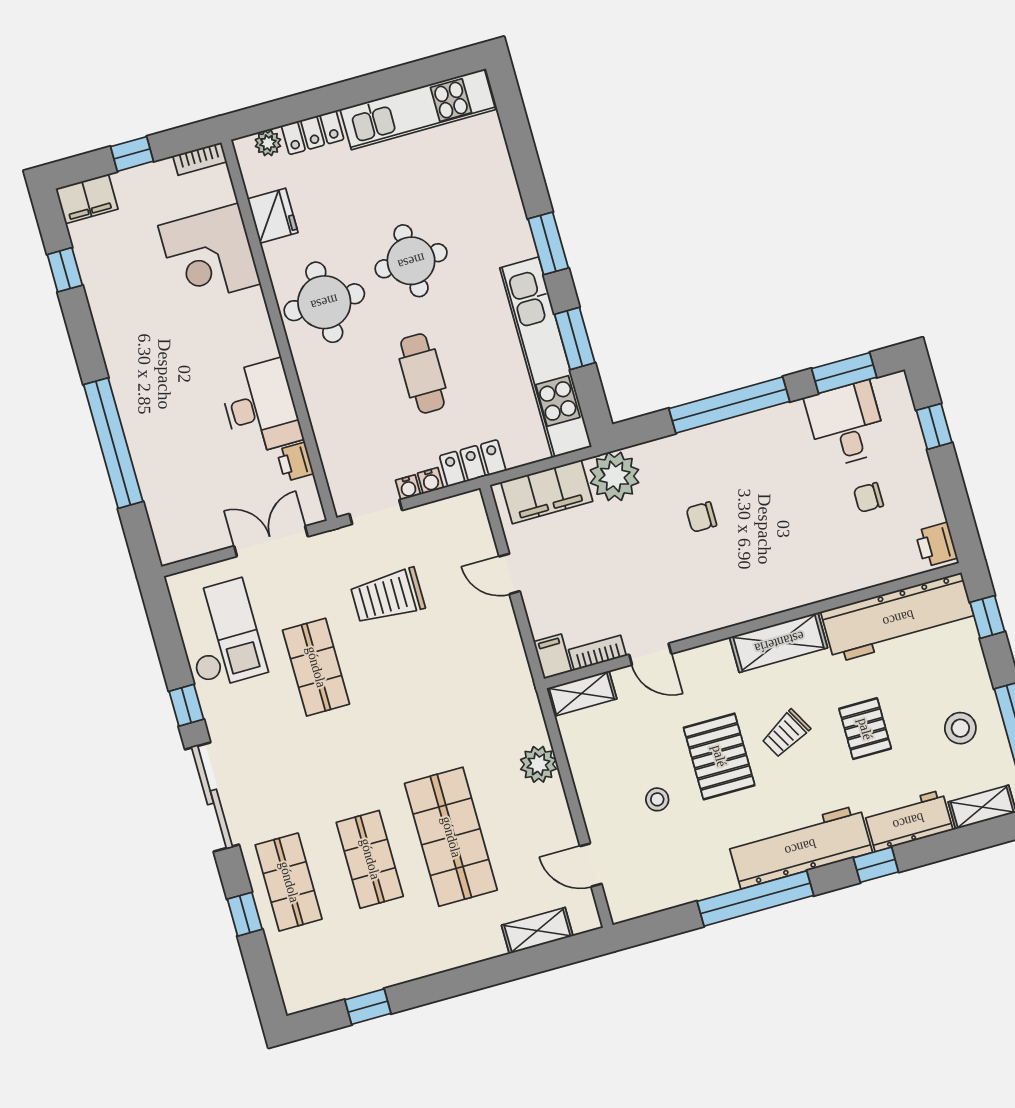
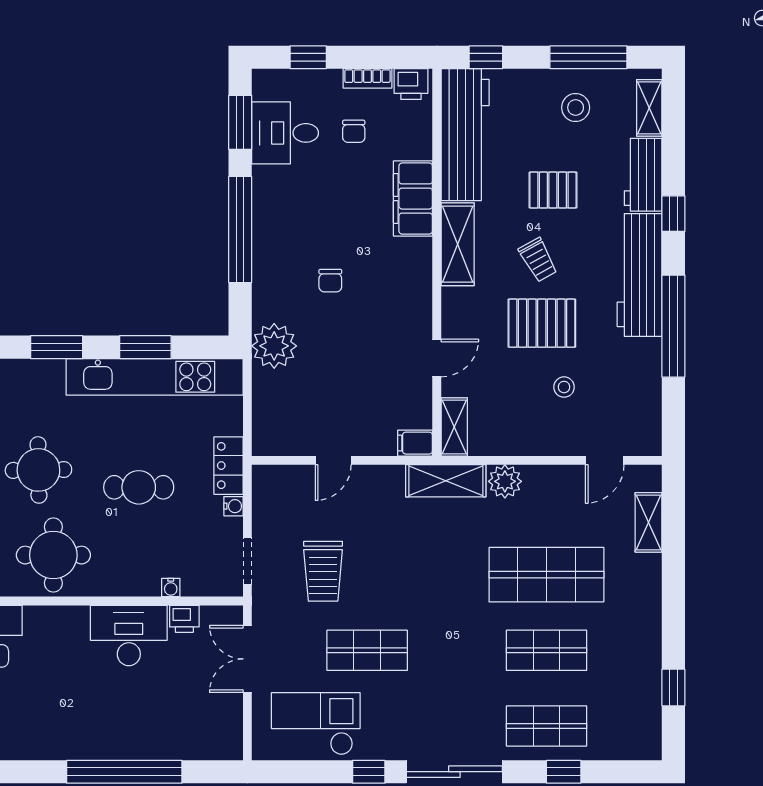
water cooler: (408, 487) -> (171, 587), moved, turned 90
filing cabinet: (547, 492) -> (413, 199), moved, turned 180
bookcase: (597, 653) -> (367, 78), moved, turned -90
shelving: (521, 701) -> (446, 481), added

